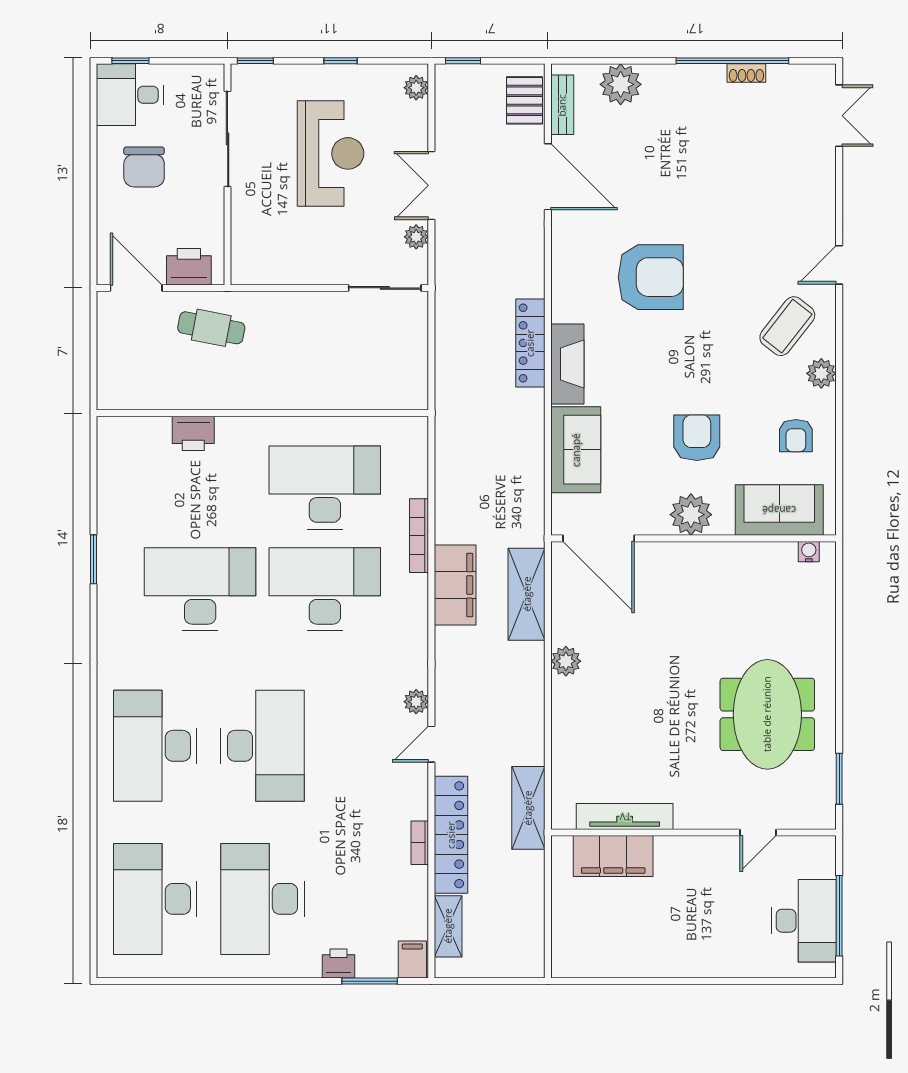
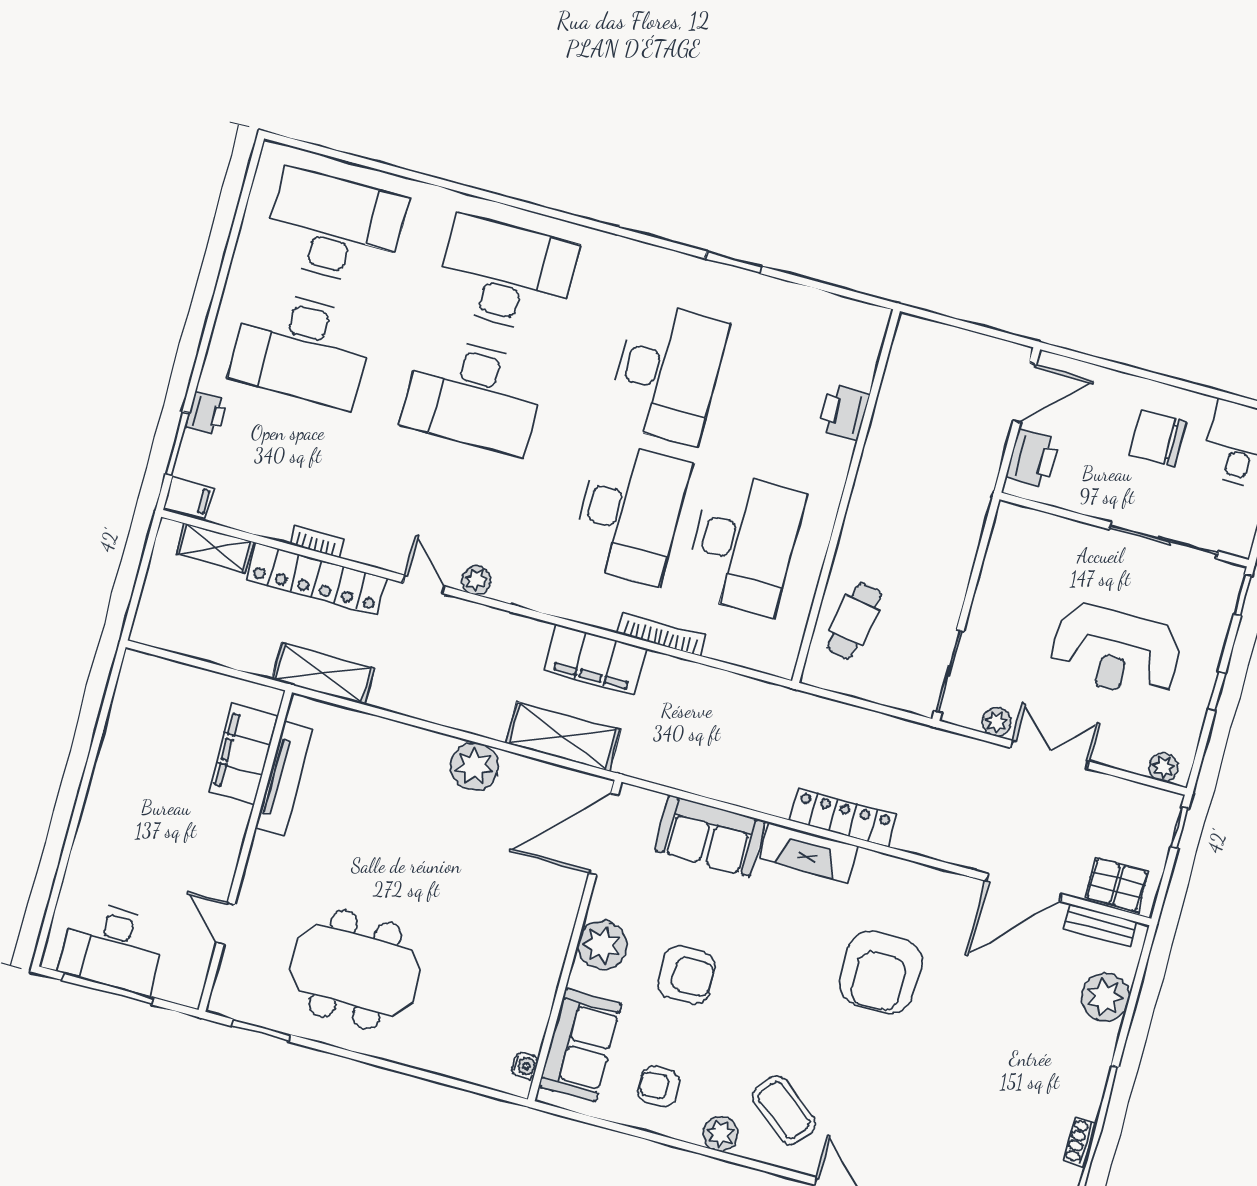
cafe table: (211, 328) -> (854, 621), moved
plant: (566, 661) -> (474, 766), width x1.36, depth x1.36
desk: (262, 899) -> (302, 348), turned 180

